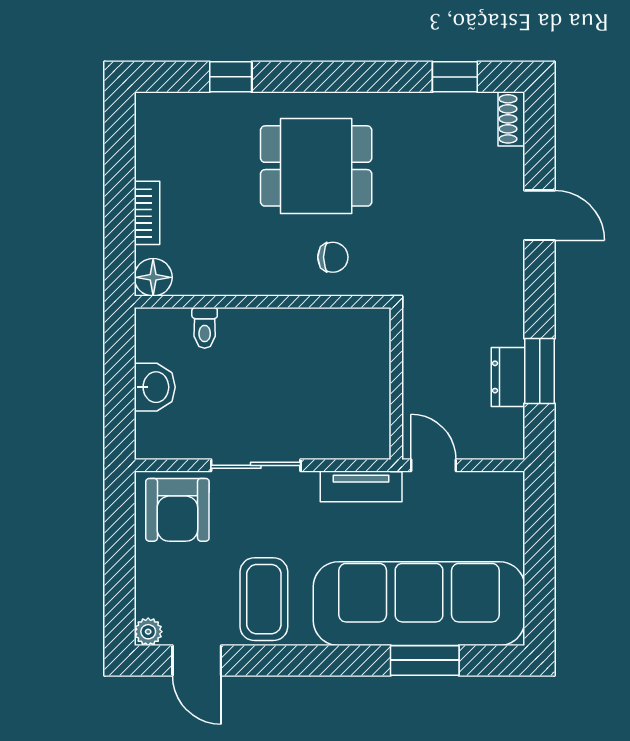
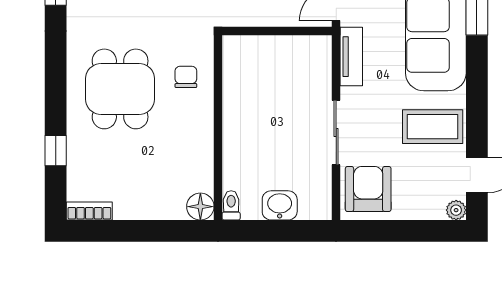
bookcase: (147, 213) -> (89, 211), moved
toilet: (205, 328) -> (231, 205), moved, turned -90
armchair: (177, 510) -> (368, 189), turned -90

